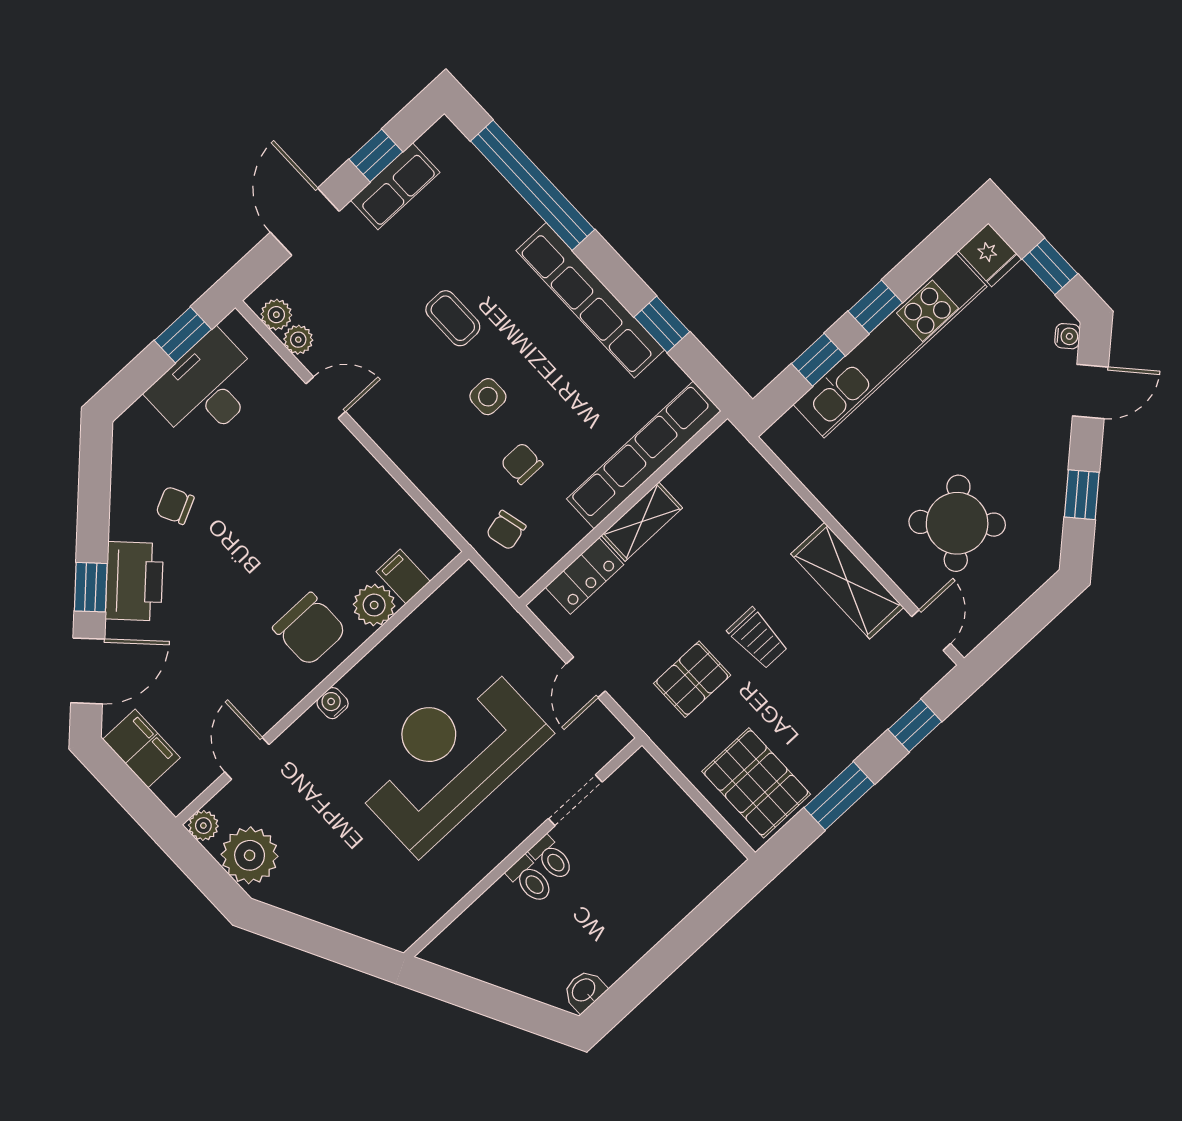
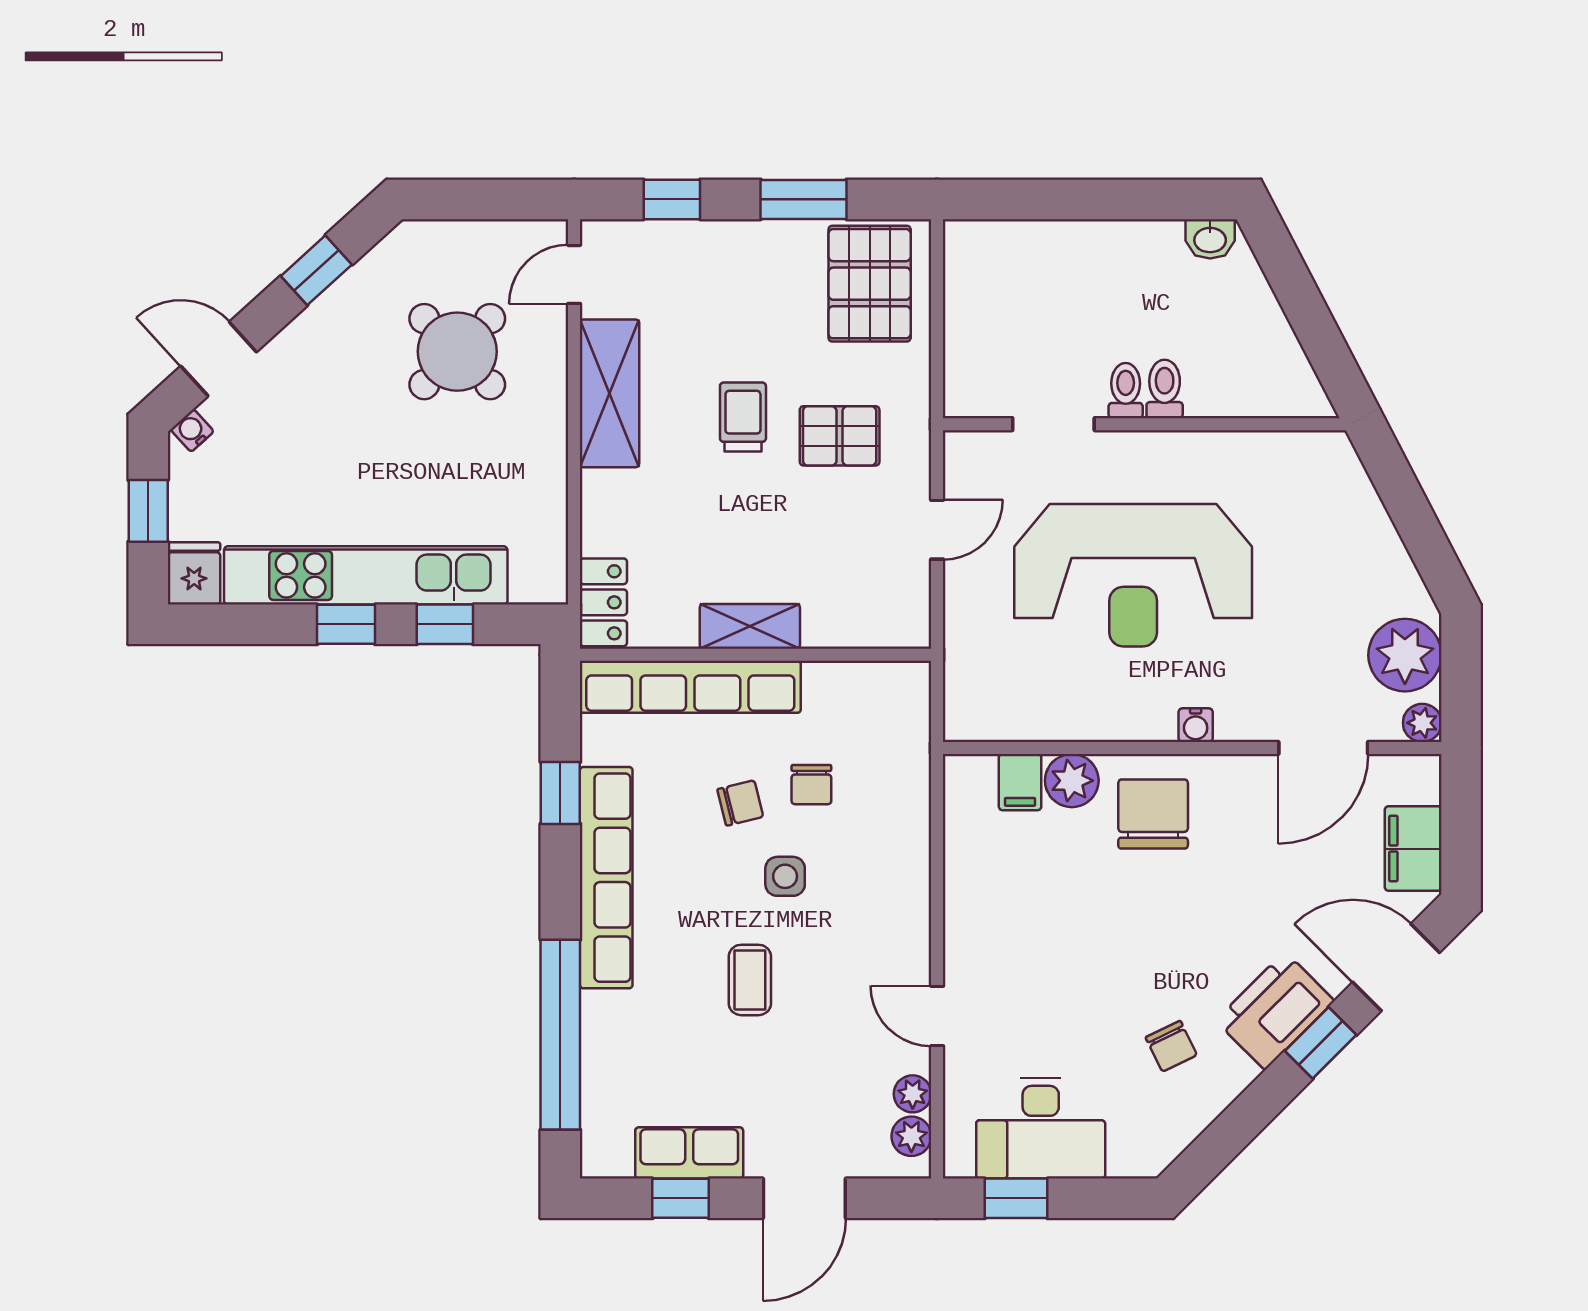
chair: (506, 530) -> (740, 803), moved
locker: (585, 576) -> (603, 602), moved, turned 90
door: (247, 758) -> (1323, 748), width x1.38

